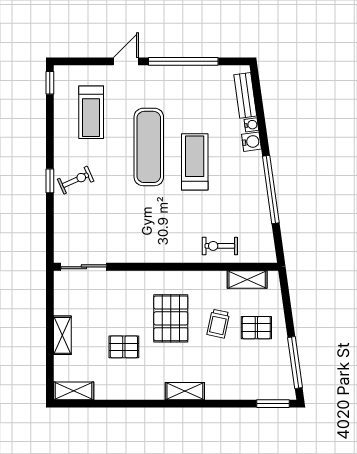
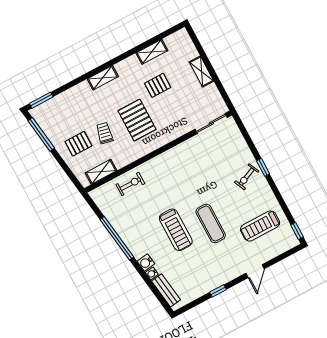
window: (183, 61) -> (218, 291), width x0.32
treadmill: (91, 112) -> (260, 226), turned -90
exercise mat: (149, 147) -> (211, 224), width x0.73, depth x0.69
shelving: (74, 391) -> (152, 52), moved

